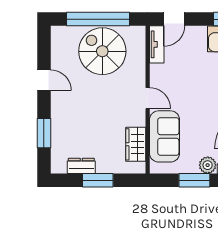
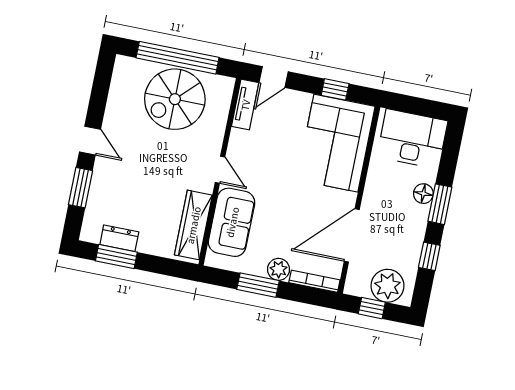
spiral stairs: (102, 51) -> (175, 99), turned -90
door: (44, 80) -> (90, 141), moved
wardrobe: (136, 144) -> (193, 225), width x1.50
window: (98, 180) -> (116, 257), moved

